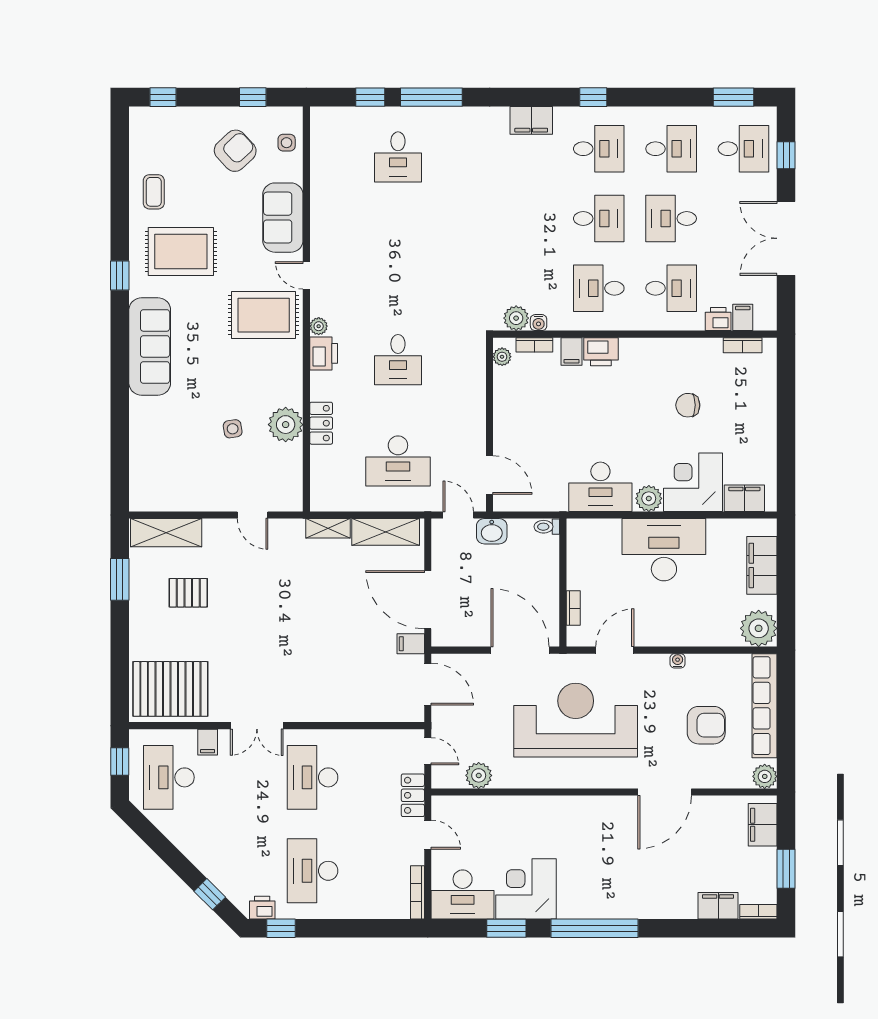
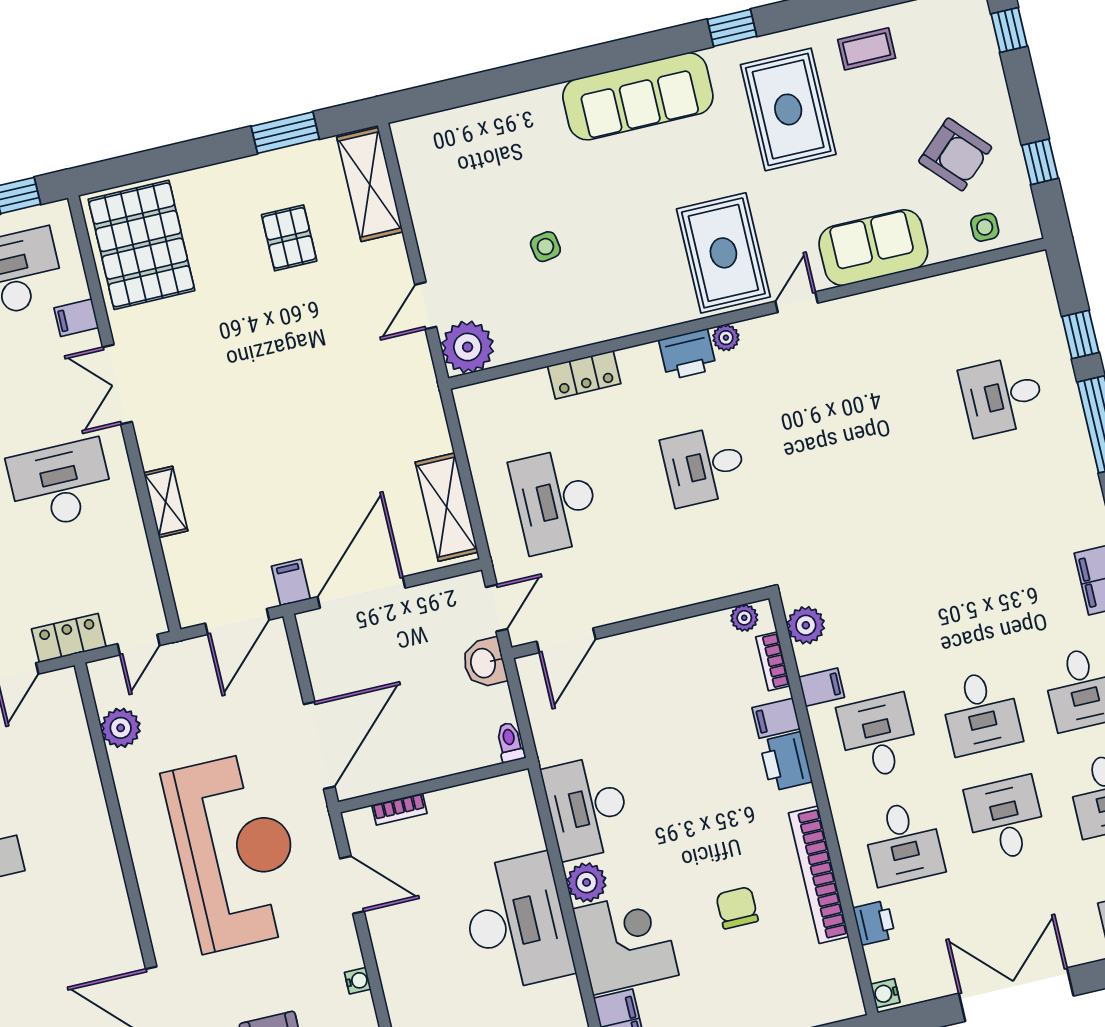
filing cabinet: (743, 317) -> (822, 687), moved
water cooler: (539, 323) -> (885, 993), moved
bookcase: (743, 345) -> (819, 875), moved, width x2.31, depth x1.31
plant: (286, 425) -> (468, 347), moved
shelving: (328, 528) -> (166, 502), moved

